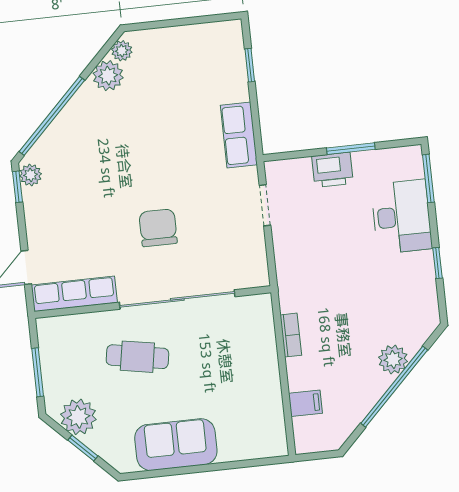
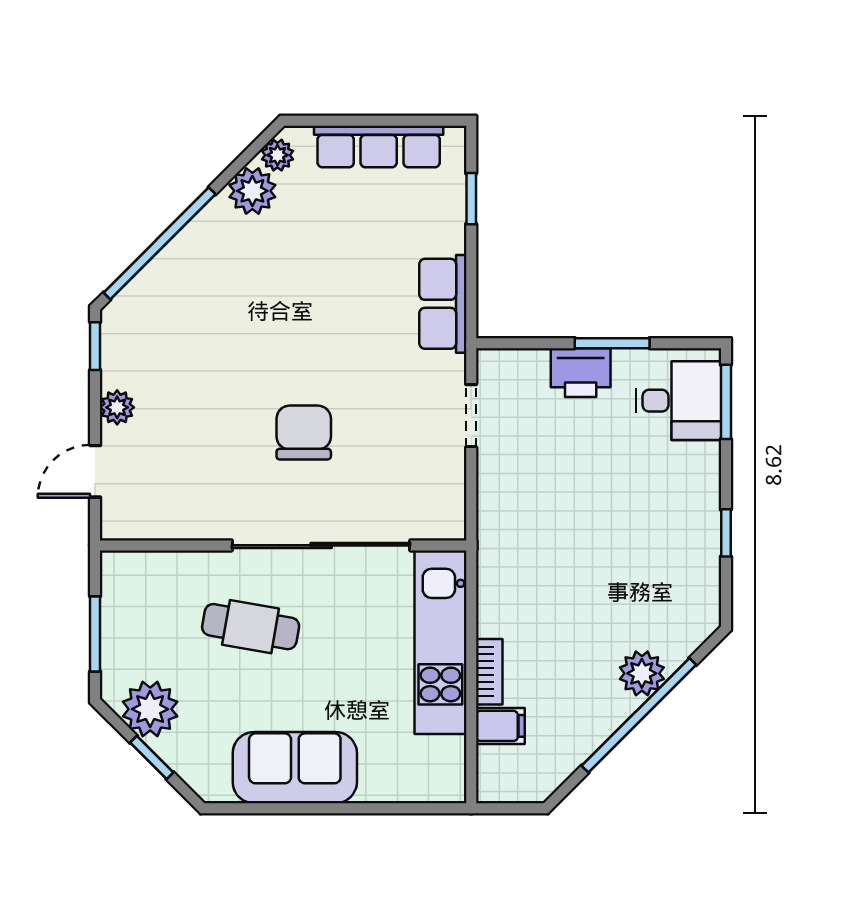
plant: (31, 175) -> (117, 407), moved
desk: (401, 217) -> (678, 401), moved, width x0.73
row of seats: (74, 294) -> (379, 146), moved, turned 180
bookcase: (291, 335) -> (489, 672), moved
kitchen unit: (261, 353) -> (440, 642), added

